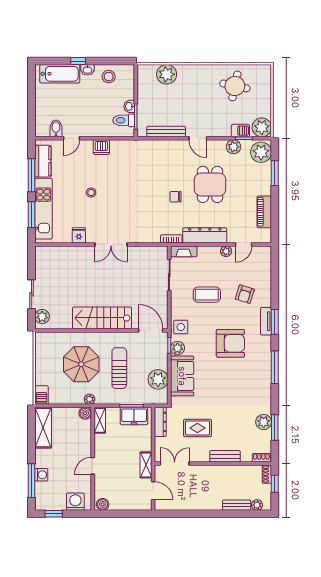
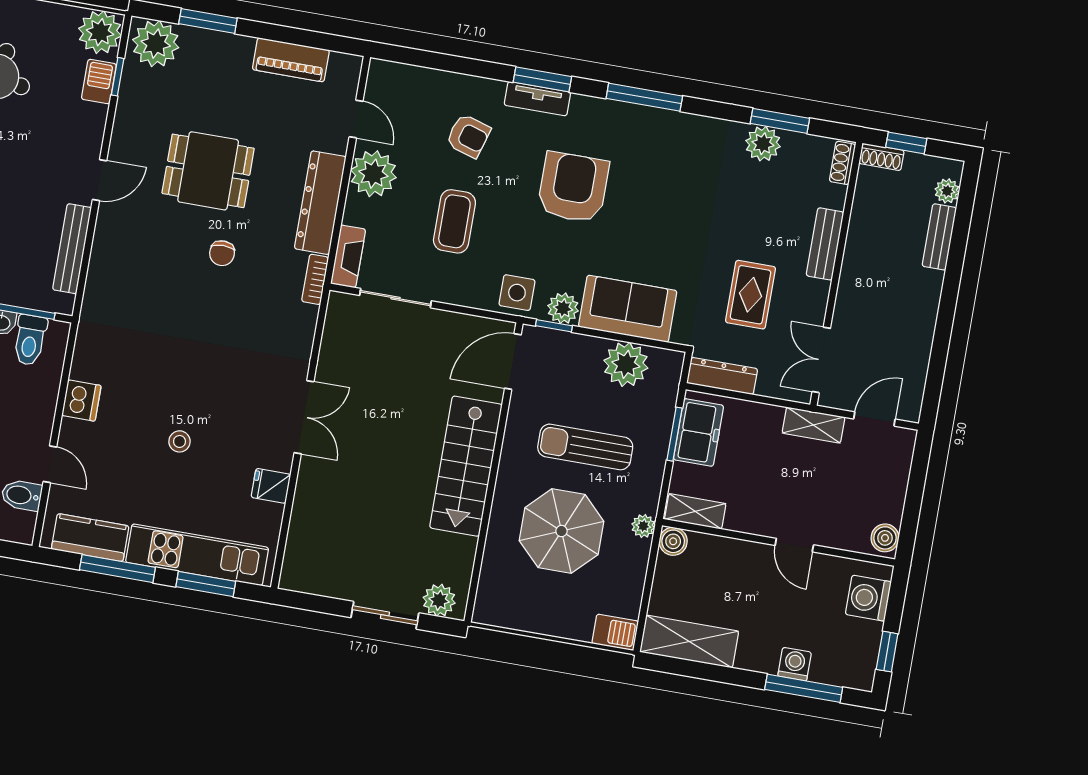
plant: (233, 147) -> (133, 103), removed
plant: (226, 251) -> (373, 174), width x1.88, depth x1.88

